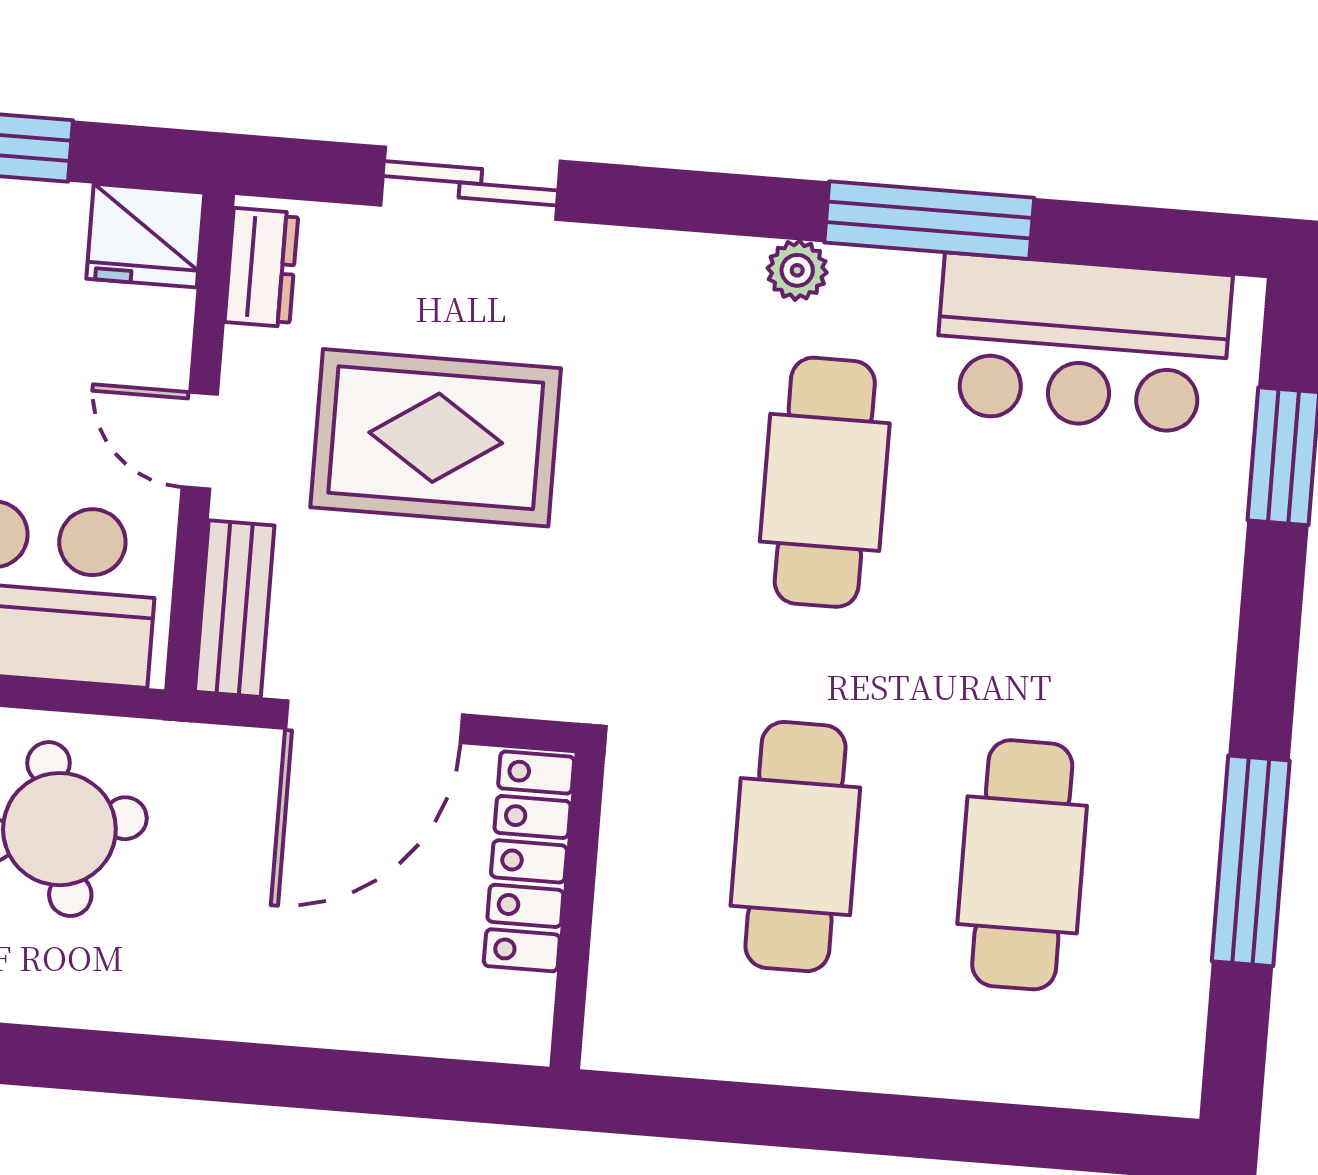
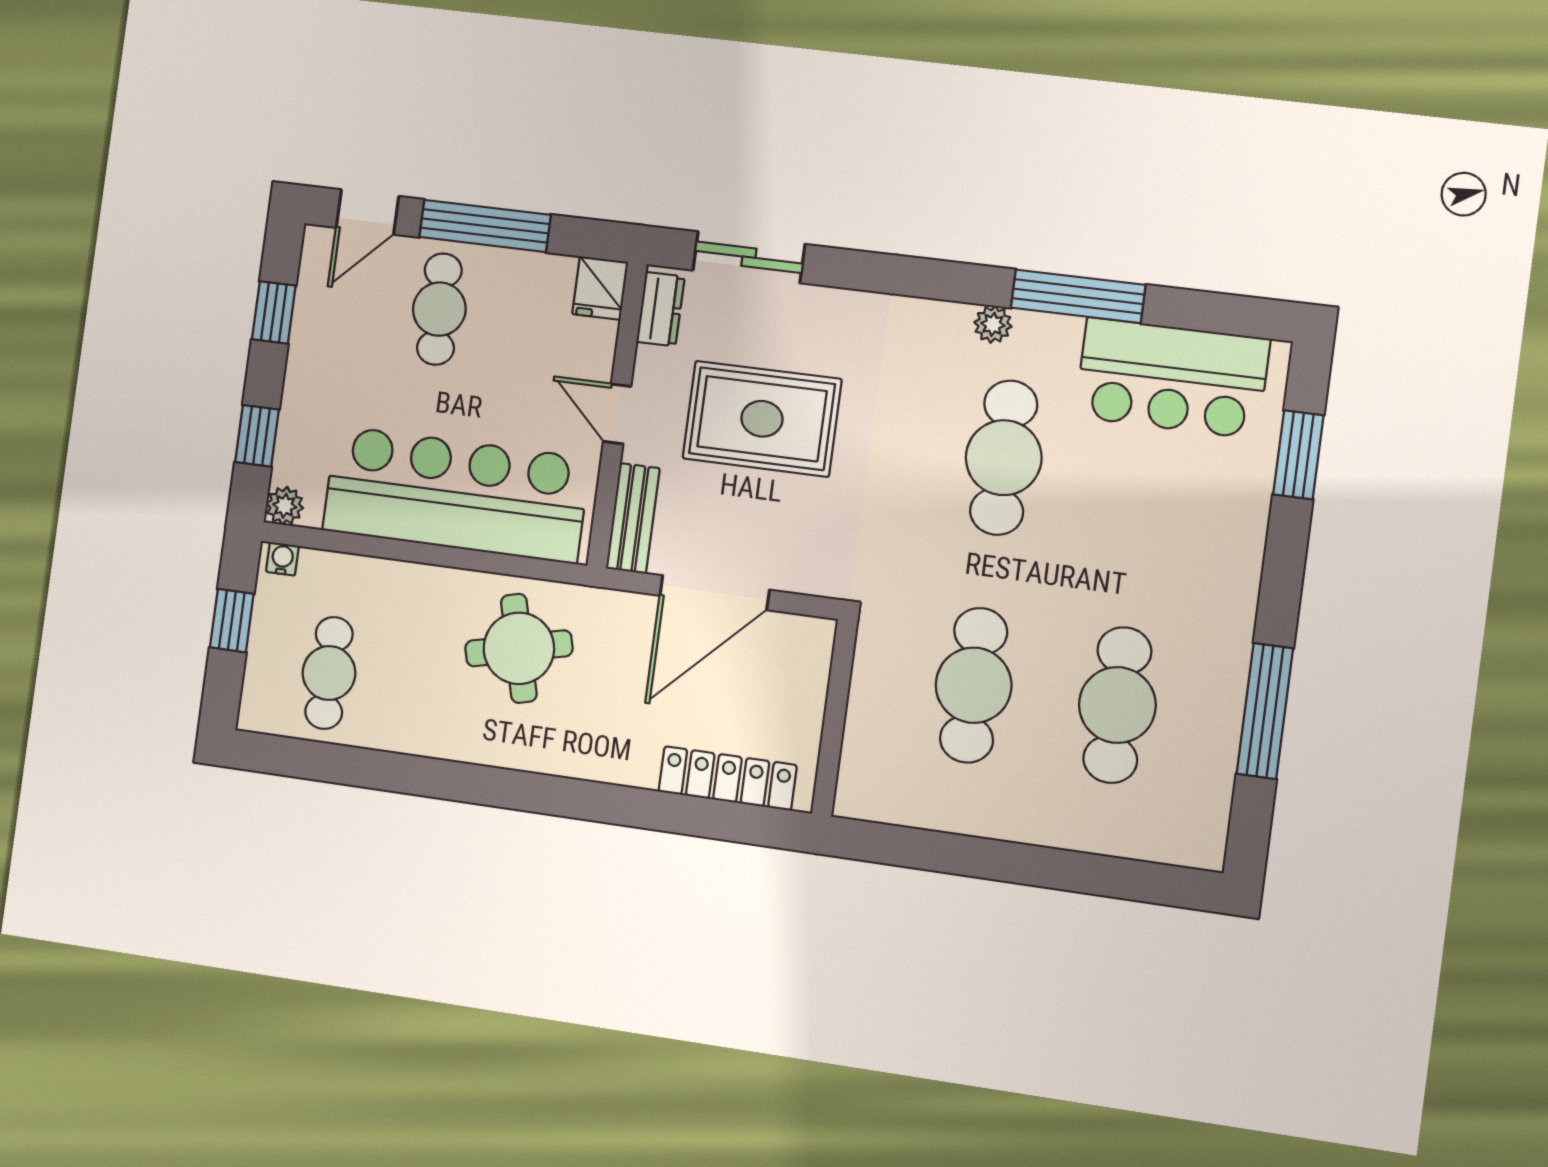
sliding door: (470, 183) -> (749, 257), moved
fridge: (145, 236) -> (600, 288), width x0.72
locker: (529, 861) -> (728, 778), moved, turned 90

